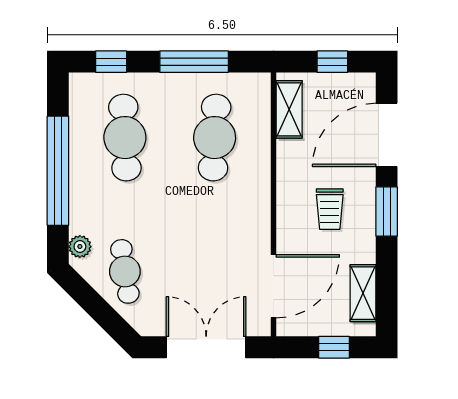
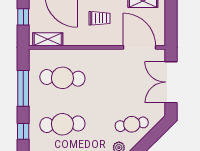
window: (334, 347) -> (171, 16), removed

